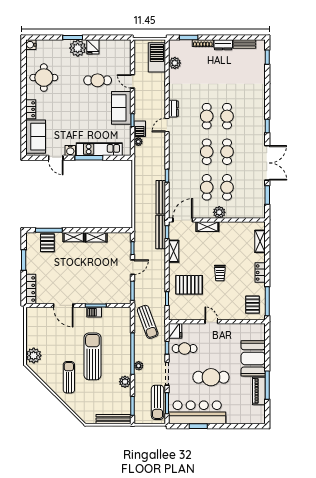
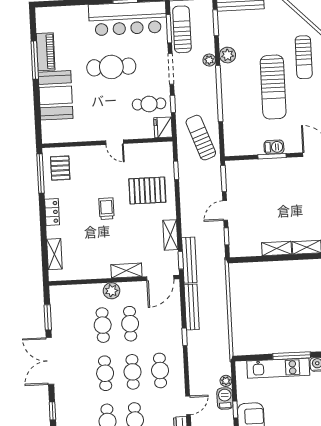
cafe table: (186, 152) -> (160, 370), added
plant: (139, 366) -> (209, 60), moved

